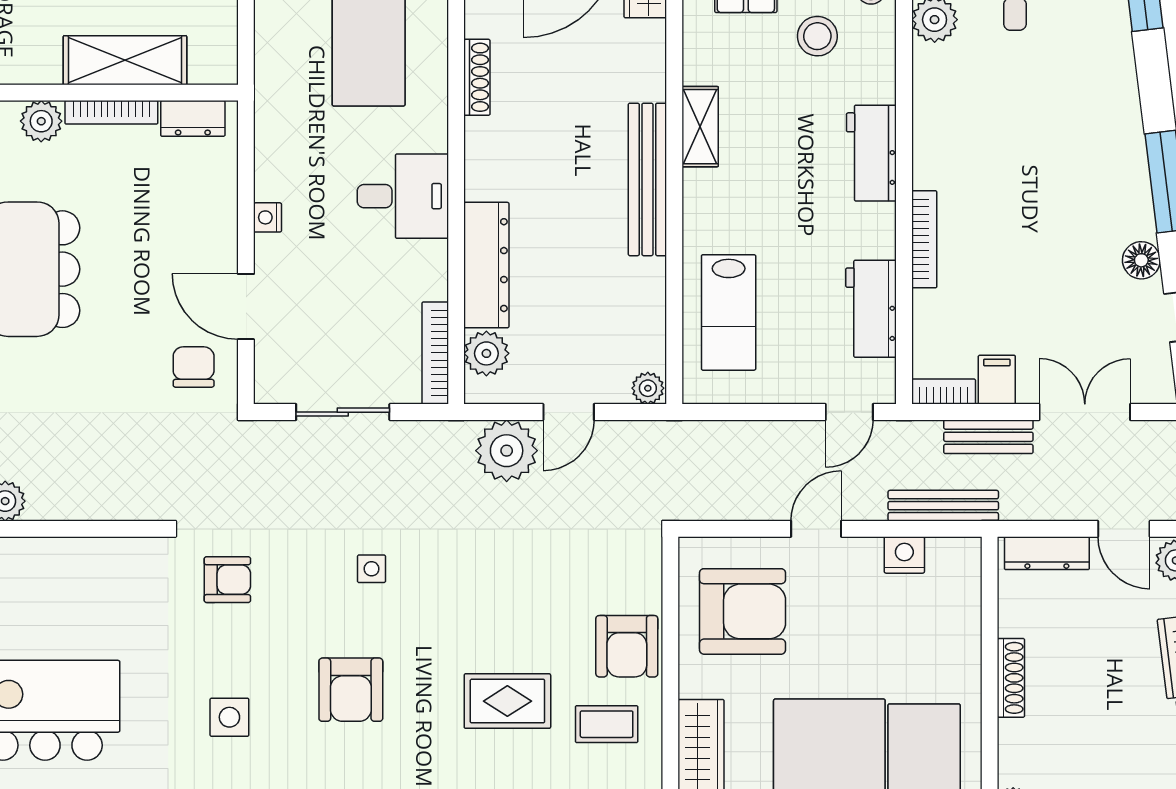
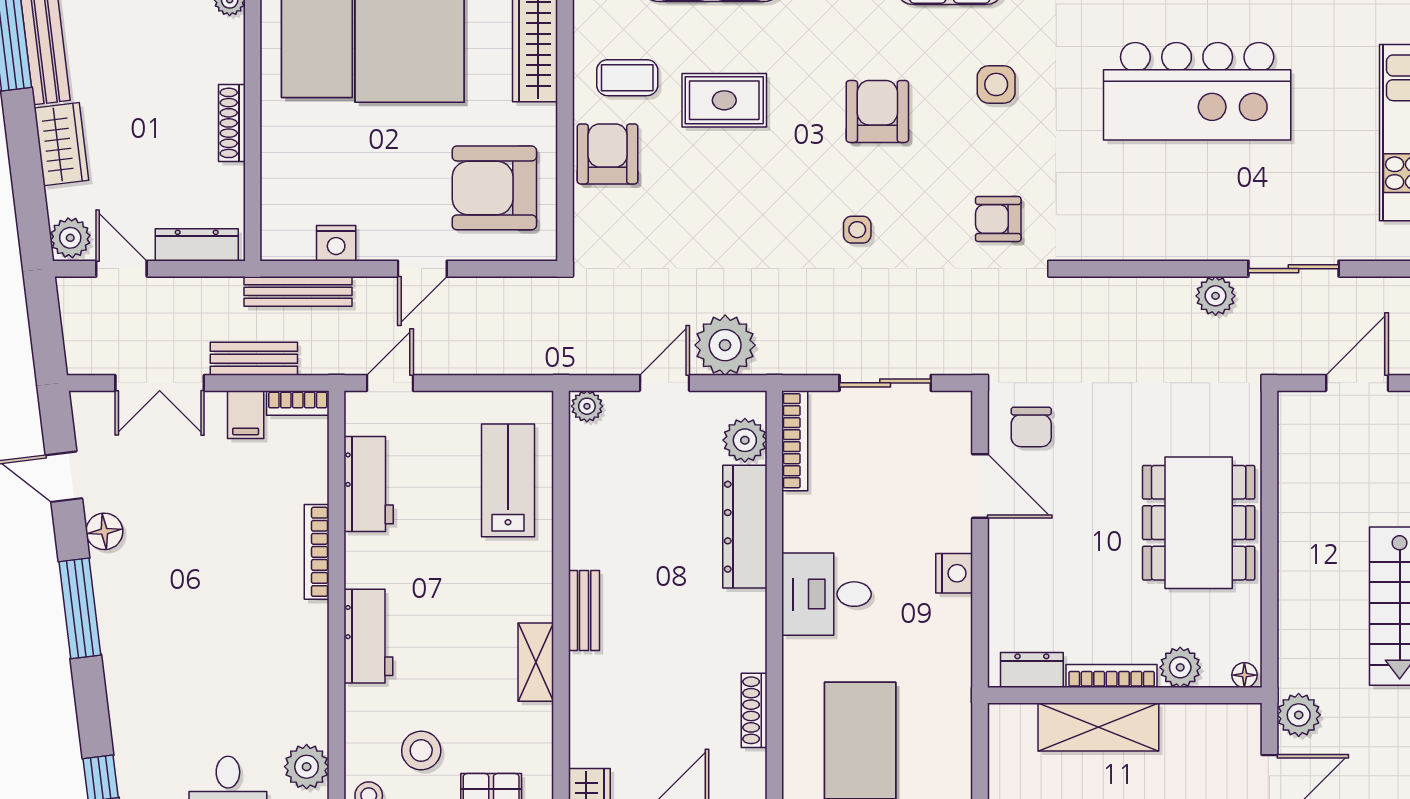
bench: (647, 179) -> (584, 610), width x0.54, depth x0.82
nightstand: (268, 217) -> (954, 573), width x1.39, depth x1.35

